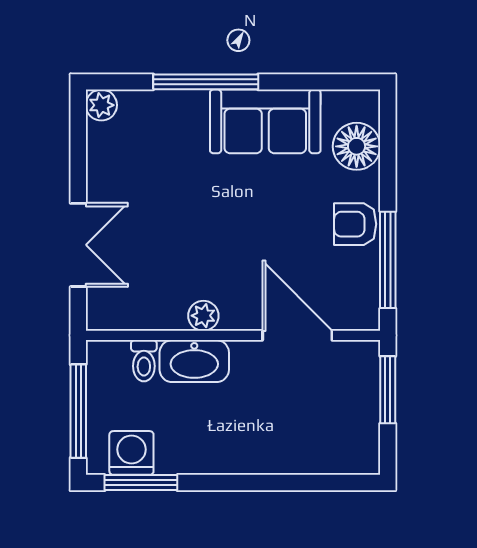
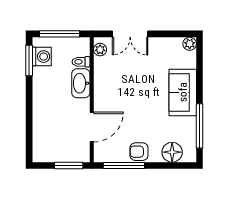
window: (206, 82) -> (199, 126), moved
sofa: (265, 121) -> (183, 92), moved
armchair: (355, 224) -> (139, 152), turned -90
plant: (203, 316) -> (100, 50), moved

